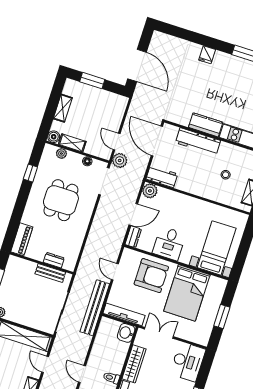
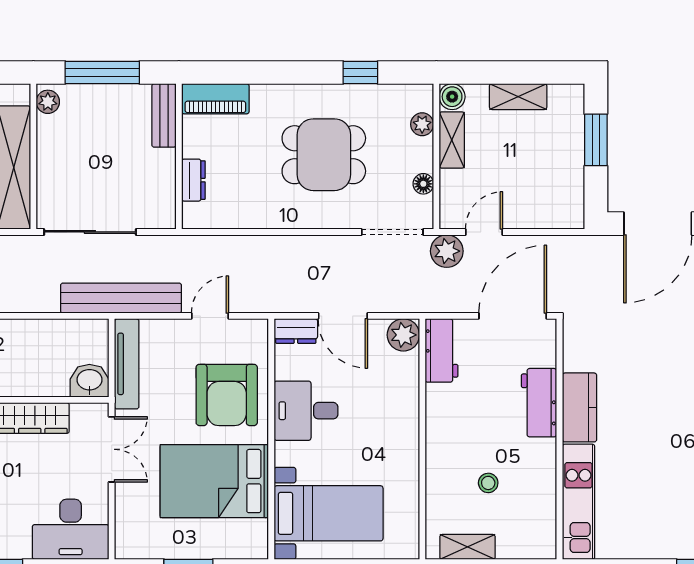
workbench: (198, 142) -> (539, 403), width x0.73
bench: (50, 273) -> (164, 115), moved

